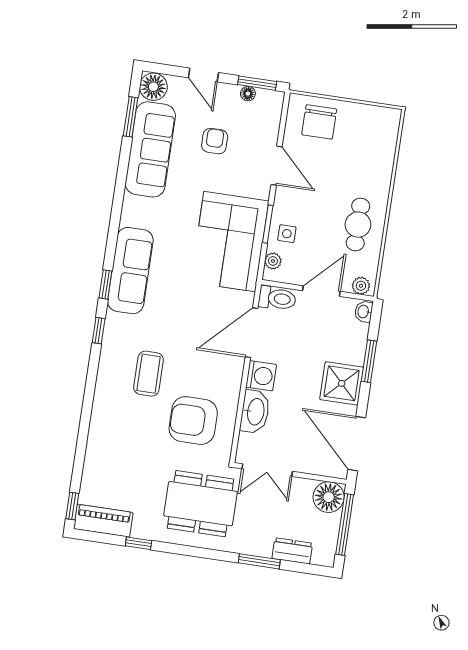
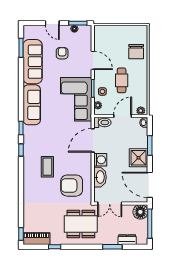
floor lamp: (153, 87) -> (30, 32), removed
chair: (319, 122) -> (136, 52), moved
cafe table: (358, 225) -> (122, 80), moved
sofa: (130, 271) -> (32, 105), moved

